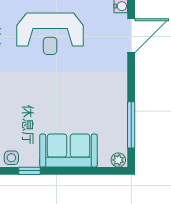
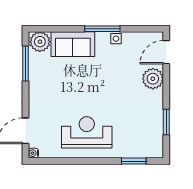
plant: (118, 160) -> (40, 42), width x1.87, depth x1.87
window: (29, 171) -> (102, 29), width x2.17

